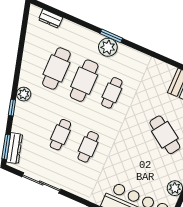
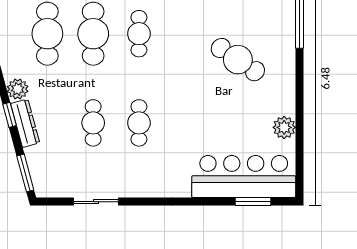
dresser: (14, 148) -> (25, 123), moved
sliding door: (41, 183) -> (96, 202), width x0.73

